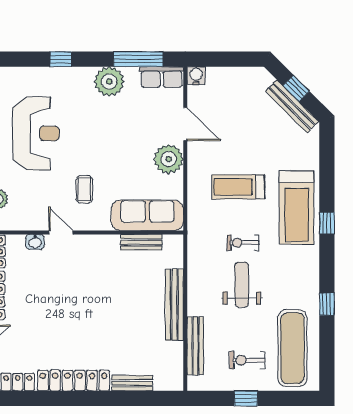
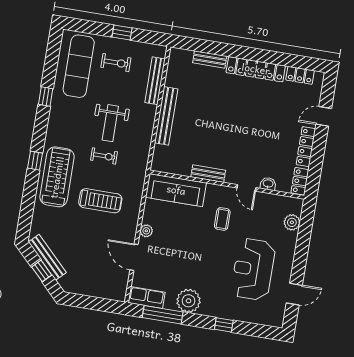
water cooler: (196, 76) -> (119, 294), removed
plant: (169, 159) -> (146, 231), width x0.53, depth x0.53
bench: (141, 242) -> (208, 174), moved

